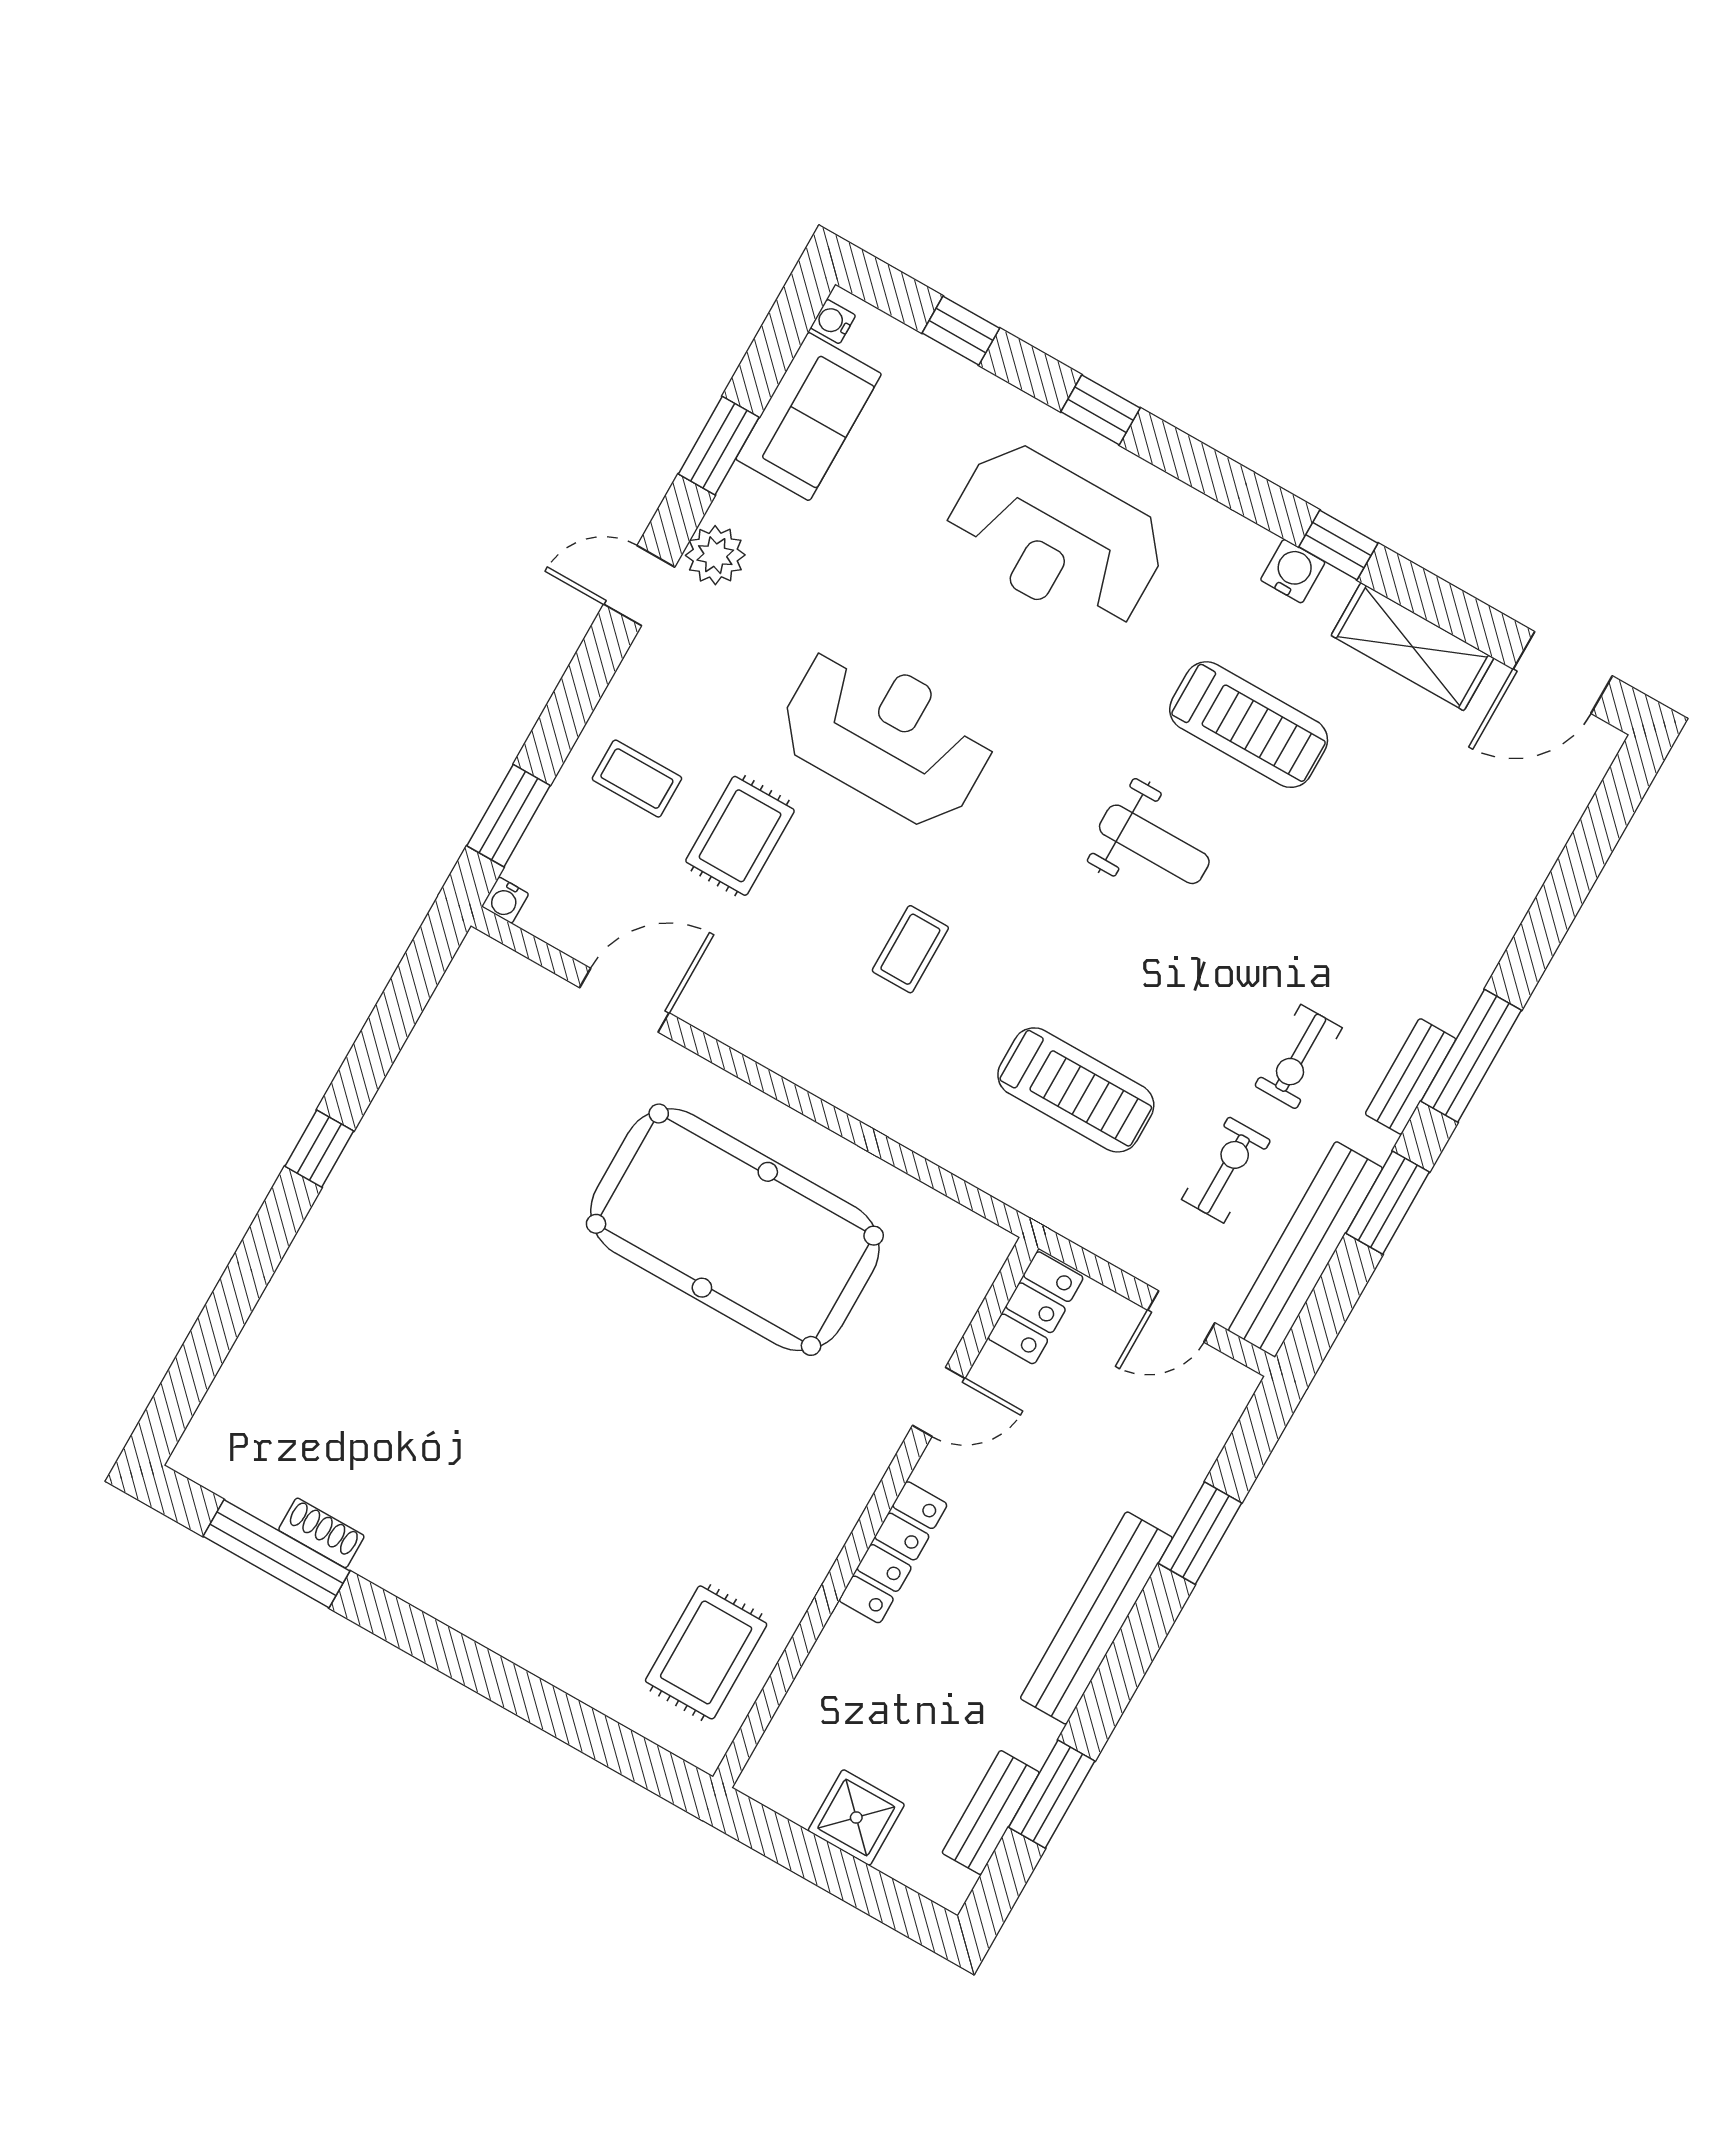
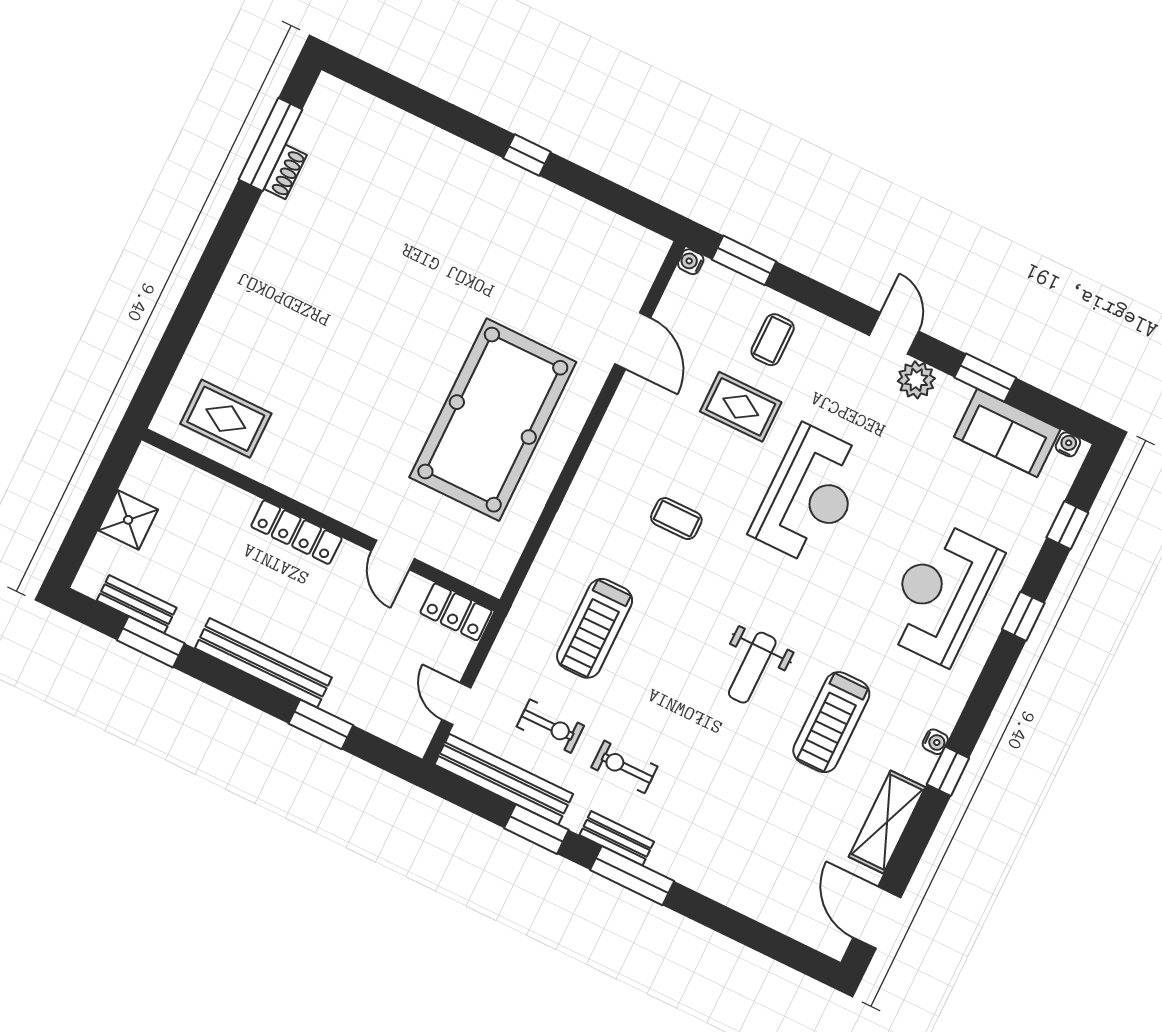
water cooler: (1293, 571) -> (935, 742), width x0.72, depth x0.72

